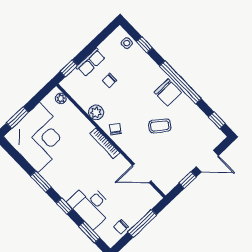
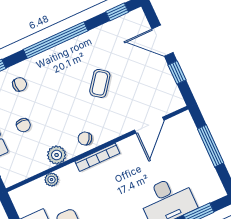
chair: (168, 92) -> (20, 84), moved, width x0.54, depth x0.54
plant: (61, 98) -> (52, 180), moved
door: (207, 161) -> (162, 41), swing flipped
chair: (121, 227) -> (206, 173), removed

